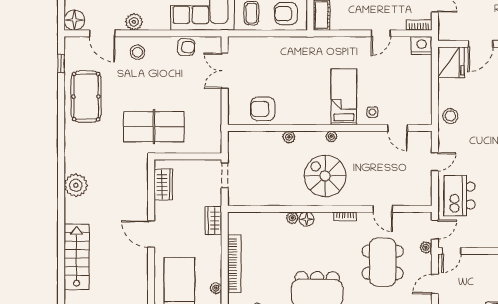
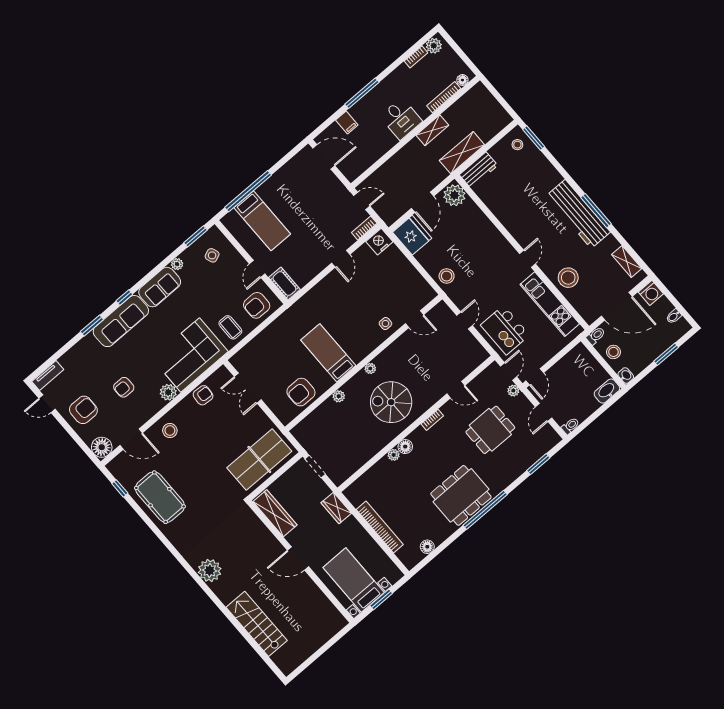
plant: (134, 22) -> (168, 392), moved
bed: (344, 97) -> (328, 353), moved
table tennis table: (154, 127) -> (259, 460), moved
wardrobe: (163, 184) -> (275, 513), width x1.50
dining table: (383, 262) -> (490, 430), width x0.73
plant: (216, 288) -> (382, 557), removed

